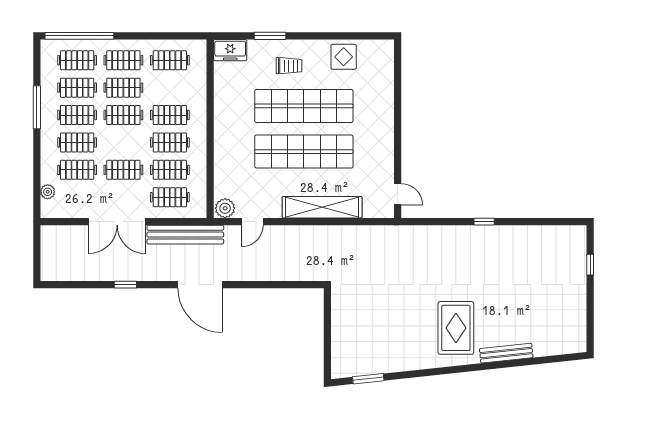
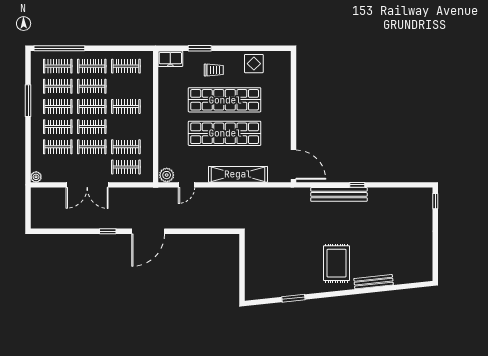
clothes rail: (170, 142) -> (92, 127), moved
plant: (48, 192) -> (36, 177), moved
door: (398, 194) -> (294, 165), width x1.87
bench: (185, 235) -> (339, 194), moved
window: (590, 265) -> (435, 201), moved
window: (125, 285) -> (108, 231), moved
door: (200, 285) -> (148, 231), hinge flipped
window: (368, 379) -> (293, 298), moved

